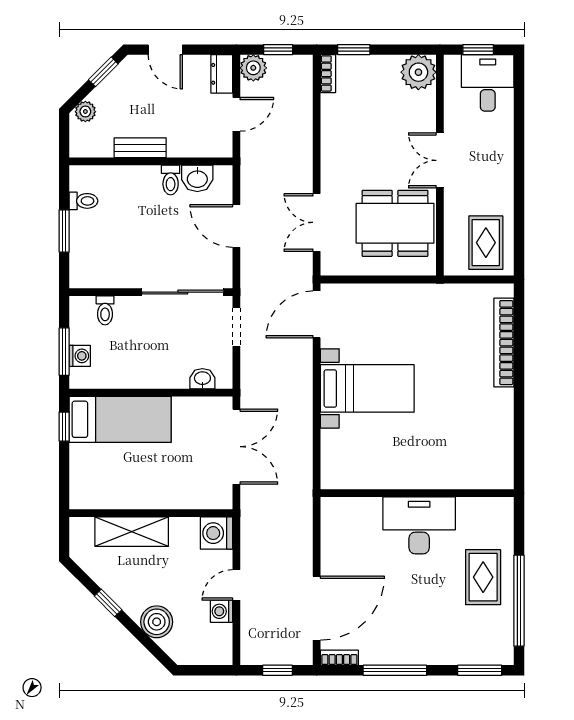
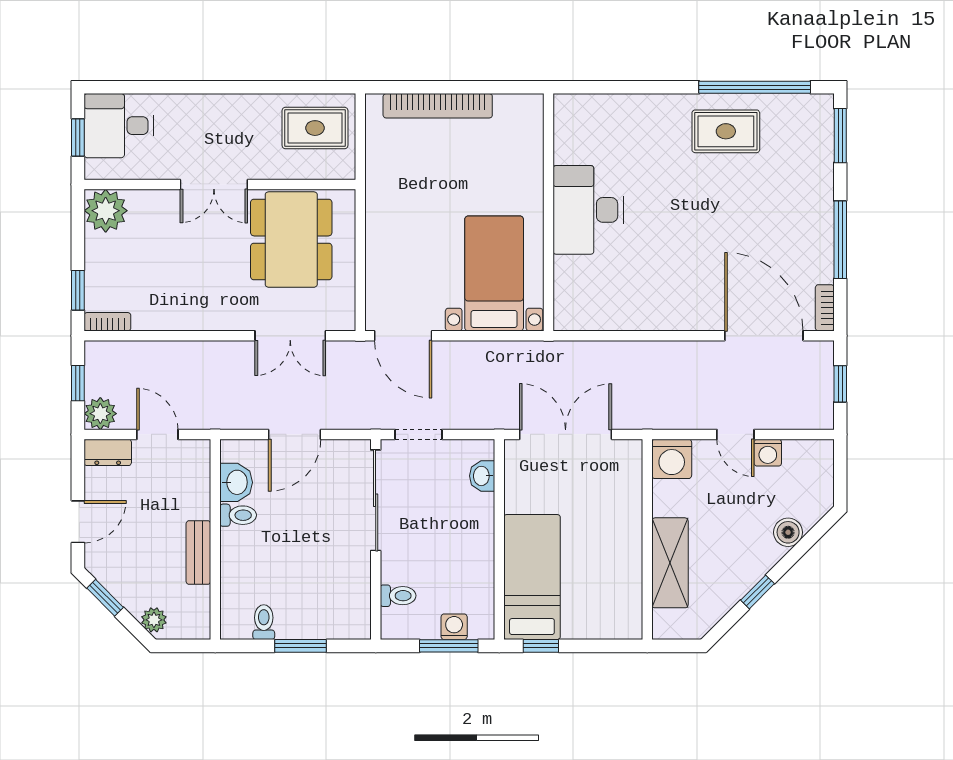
wall: (417, 493) -> (549, 212), moved
desk: (419, 525) -> (588, 210), moved
boiler: (157, 622) -> (788, 532), width x0.73, depth x0.73

